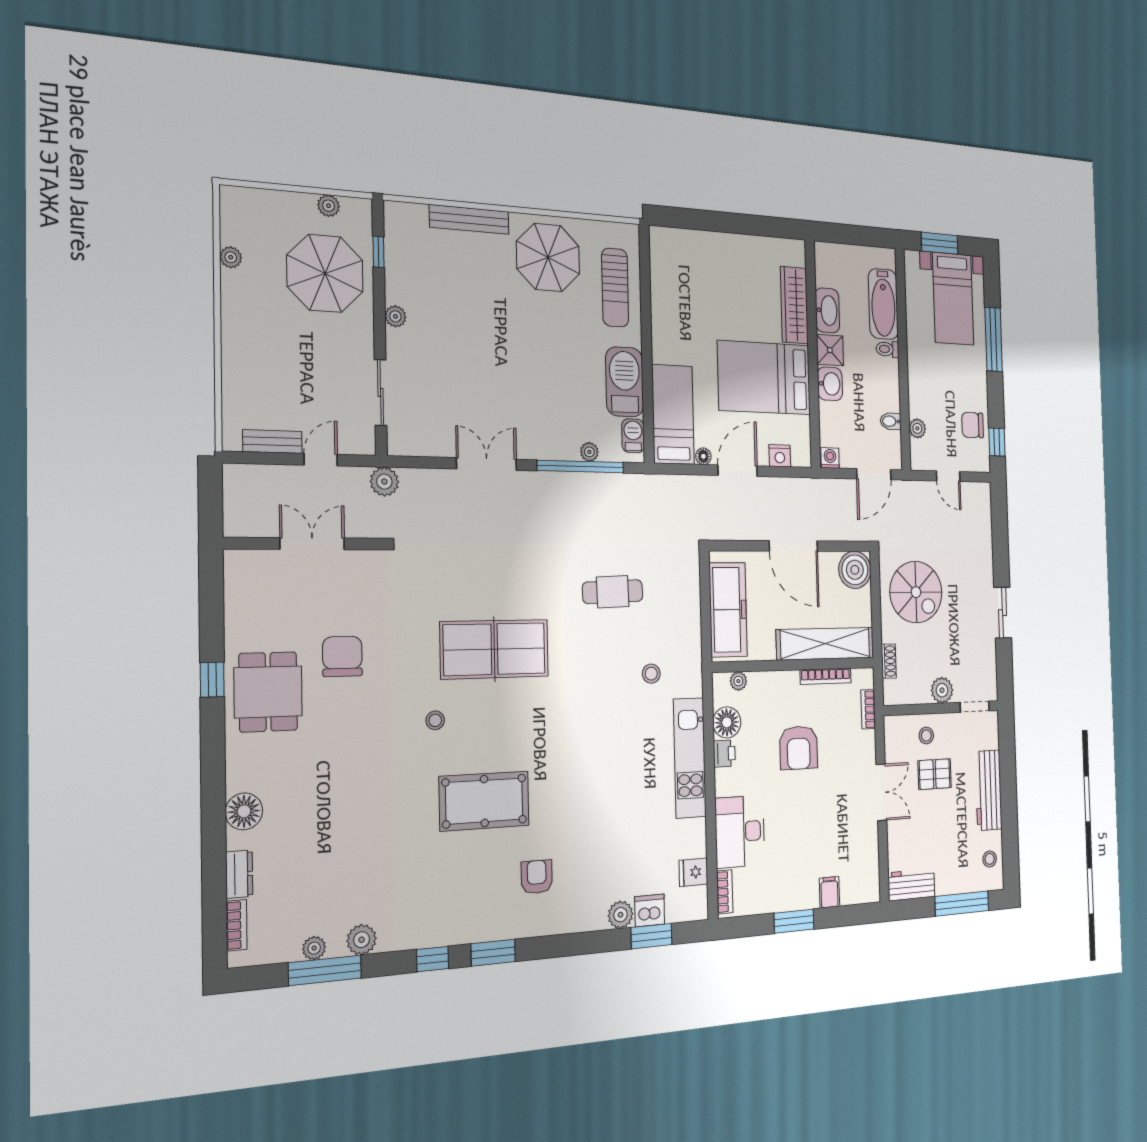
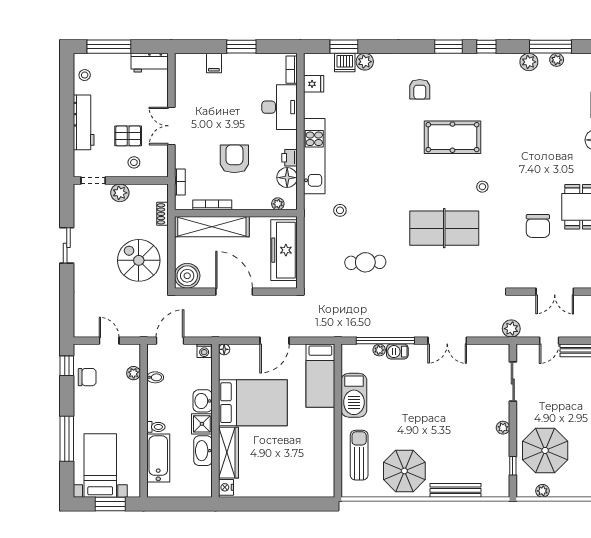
barbecue: (633, 436) -> (397, 352), moved, turned 90
floor lamp: (703, 456) -> (224, 349), moved
nightstand: (780, 456) -> (226, 487), moved, turned -90

